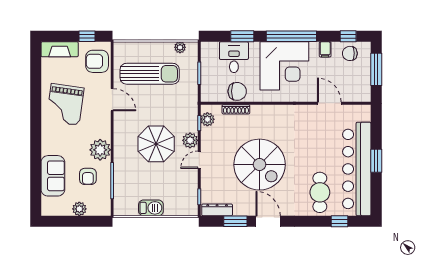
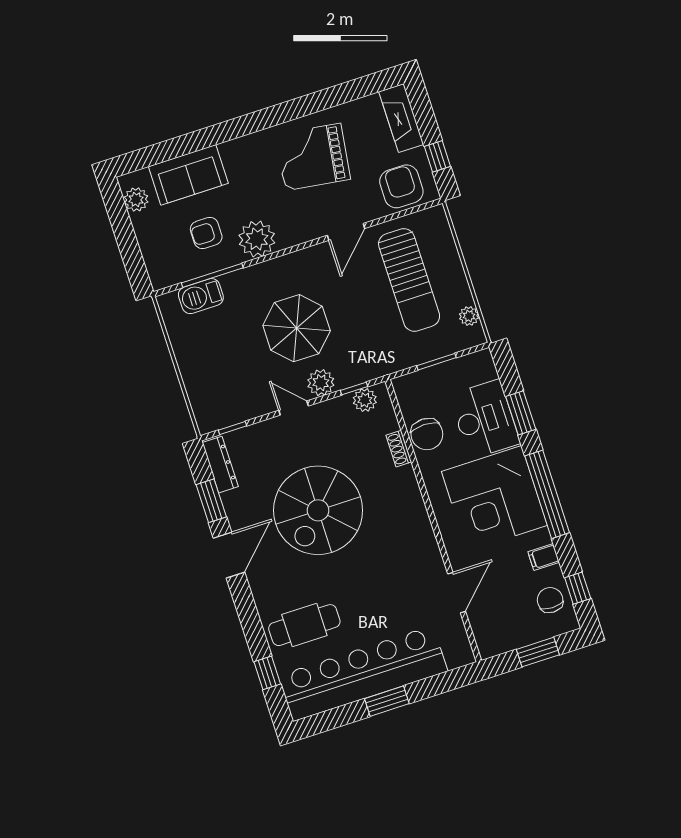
desk: (234, 57) -> (485, 419), width x1.37
window: (376, 69) -> (538, 652), width x0.69
shoe rack: (236, 109) -> (399, 449), width x0.70
barbecue: (151, 208) -> (201, 296), moved, turned 90
plant: (79, 209) -> (136, 199), moved

